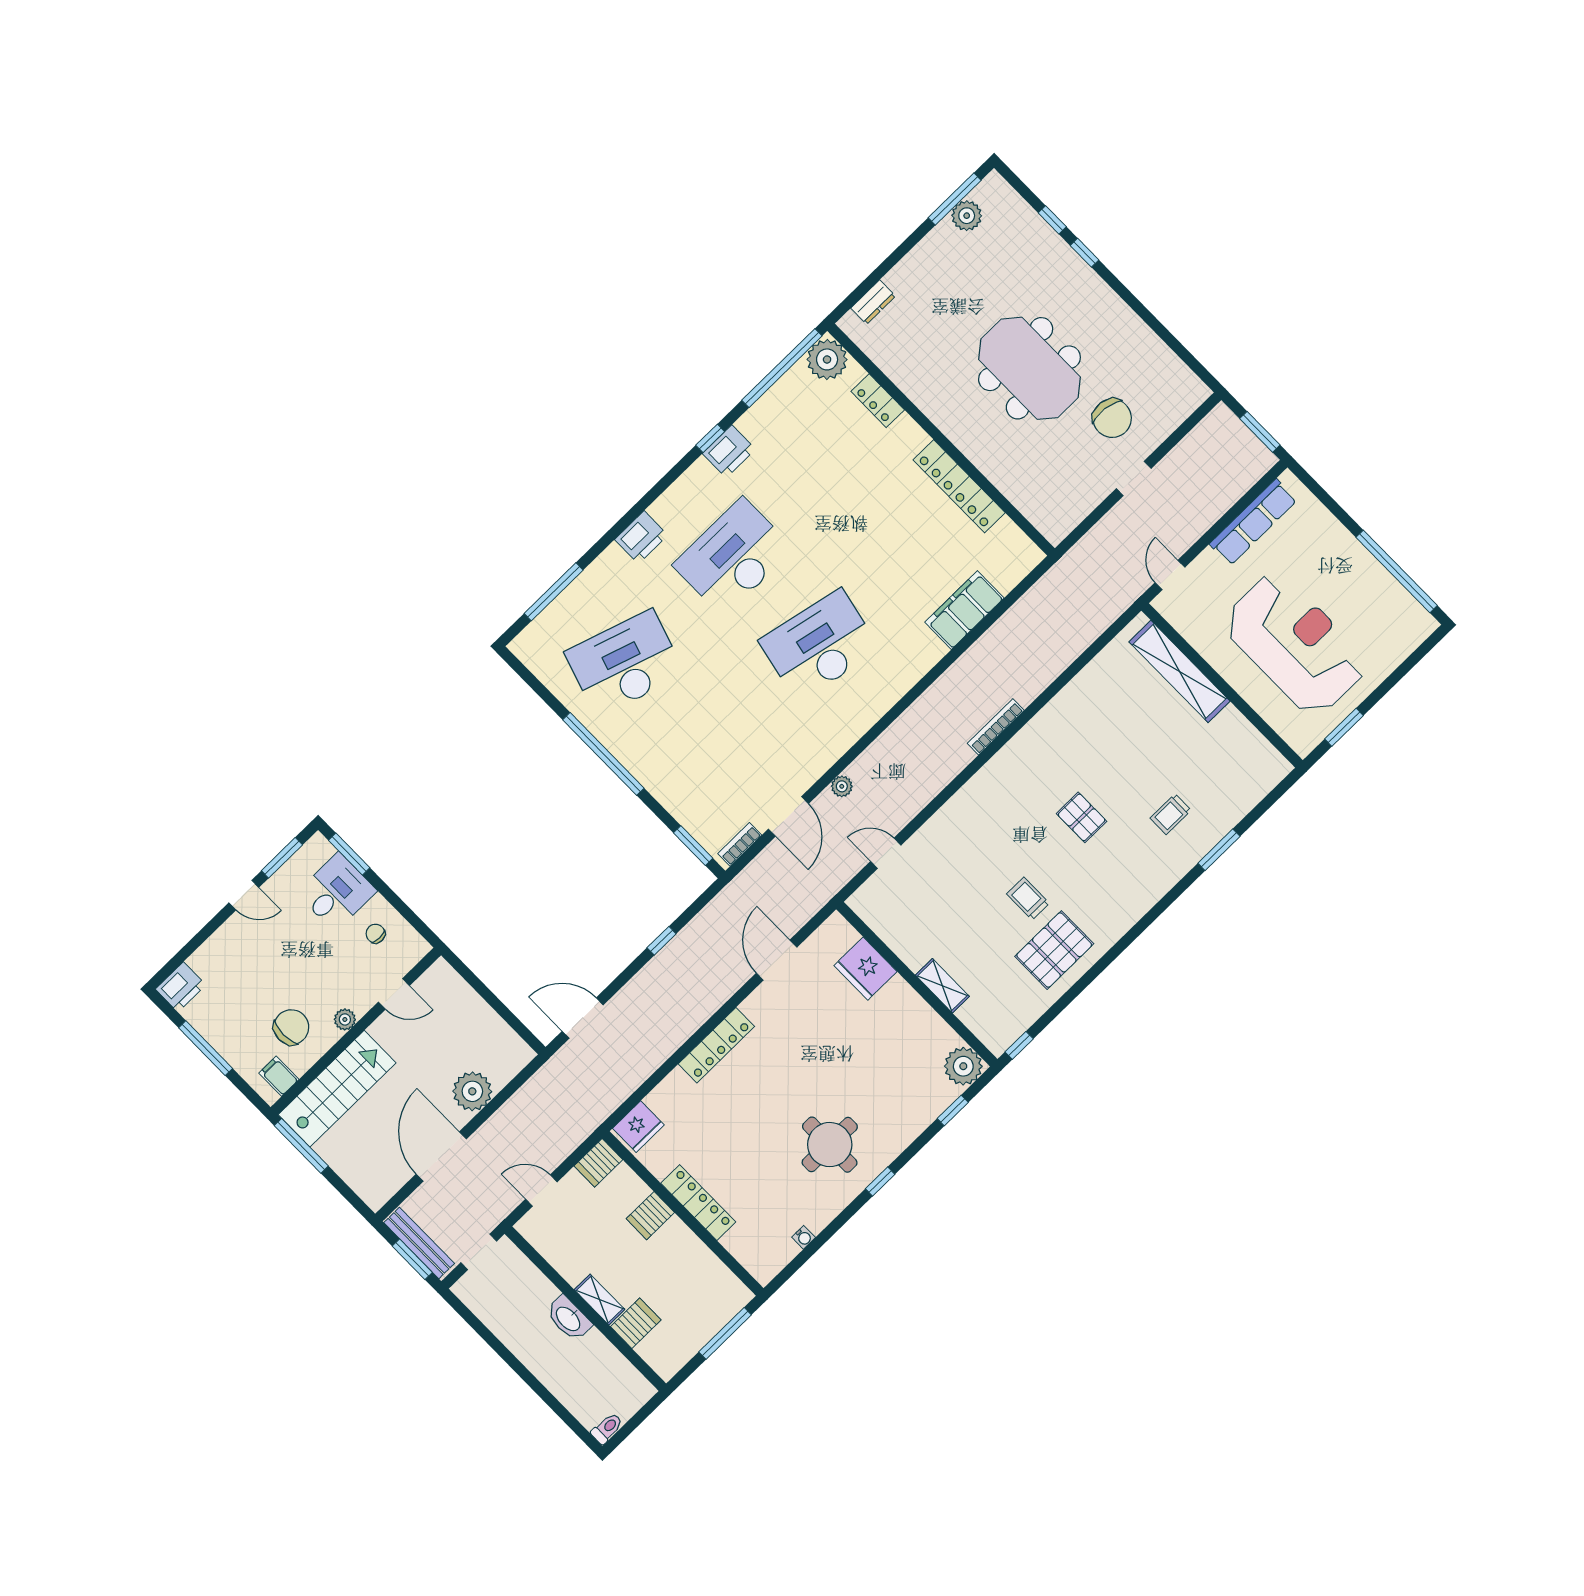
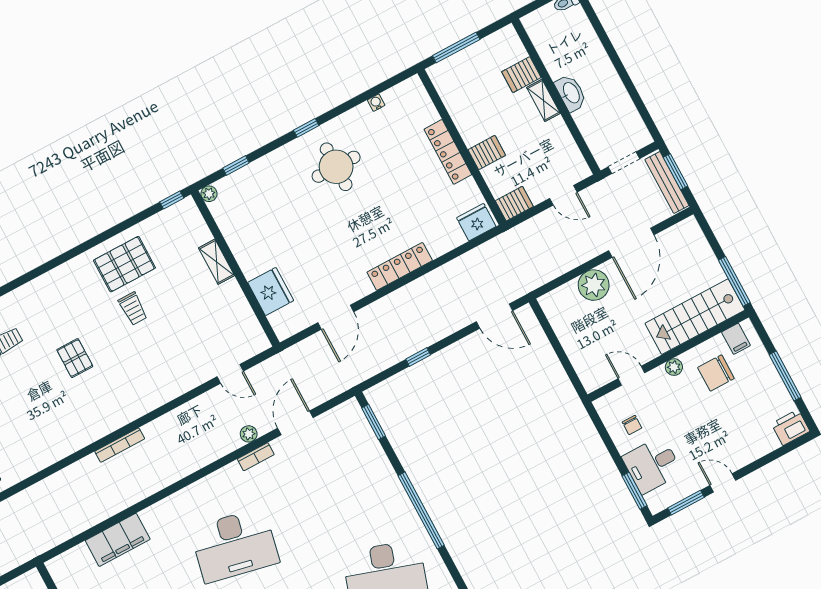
bookcase: (740, 844) -> (256, 457), moved
plant: (963, 1066) -> (209, 194), width x0.53, depth x0.53

